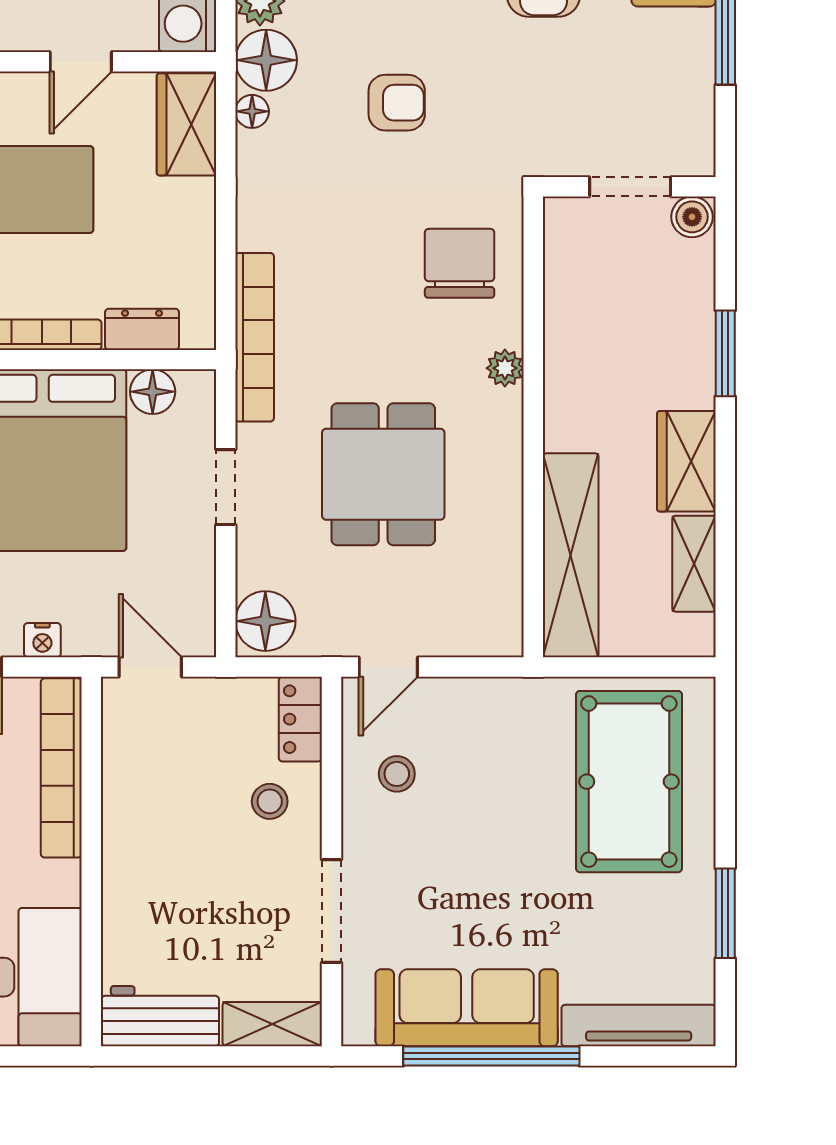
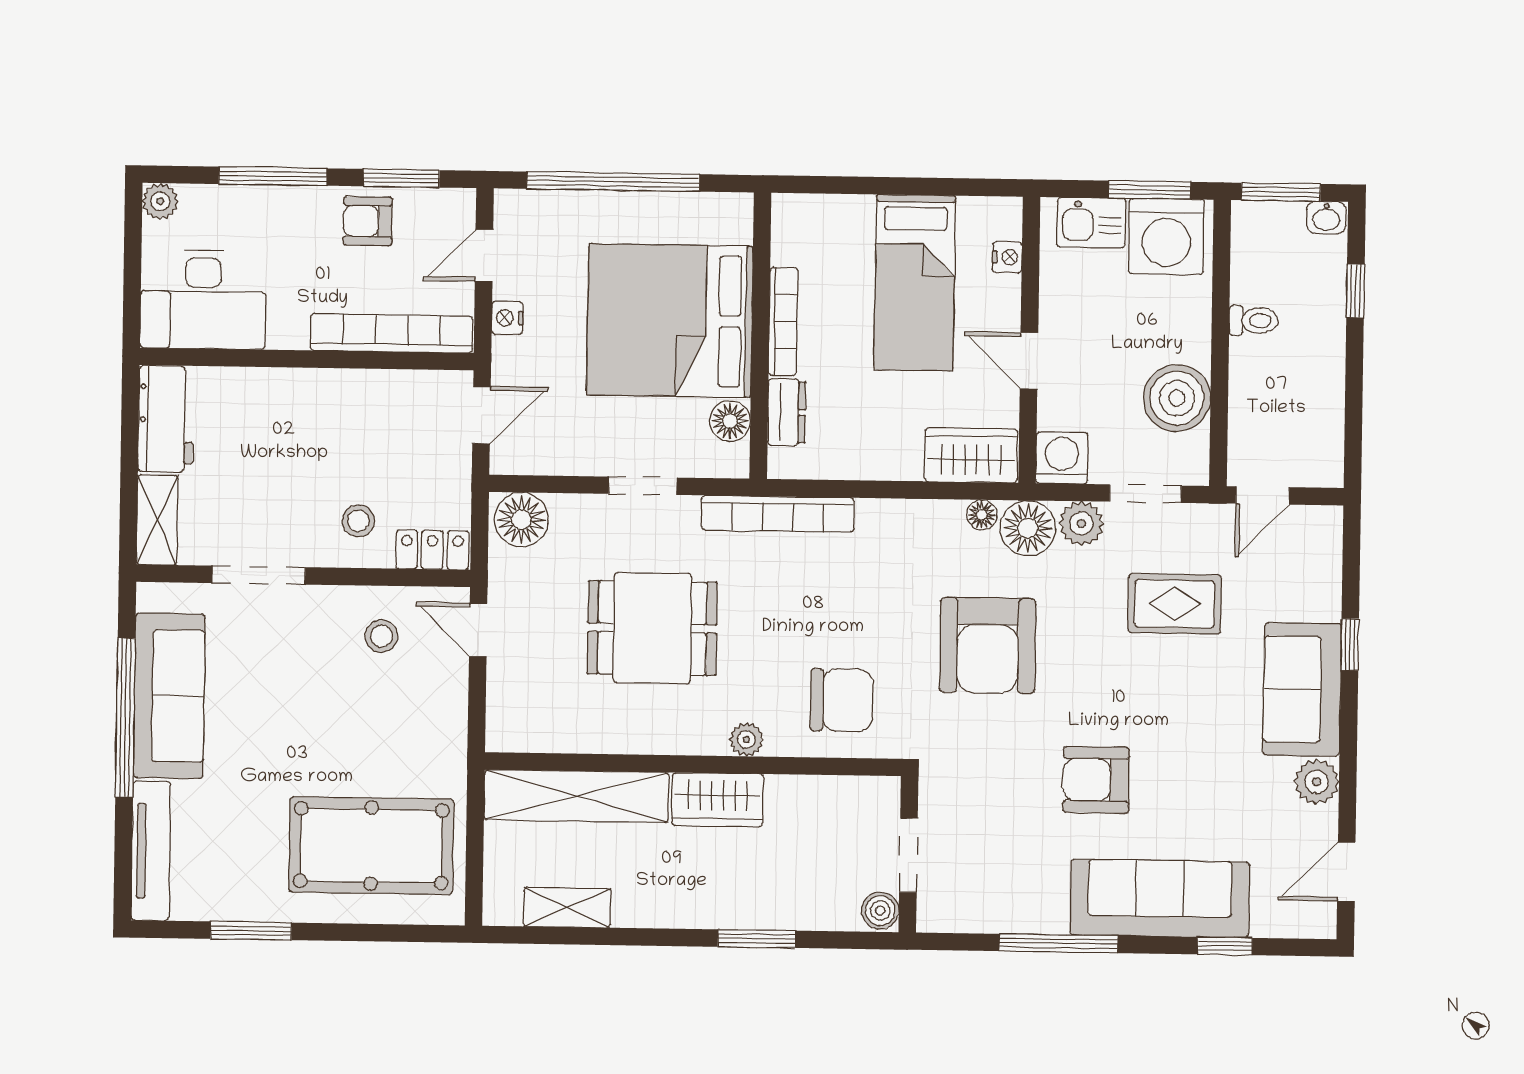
armchair: (397, 103) -> (988, 645), width x1.88, depth x1.88
wardrobe: (686, 461) -> (718, 800), moved, turned 180

